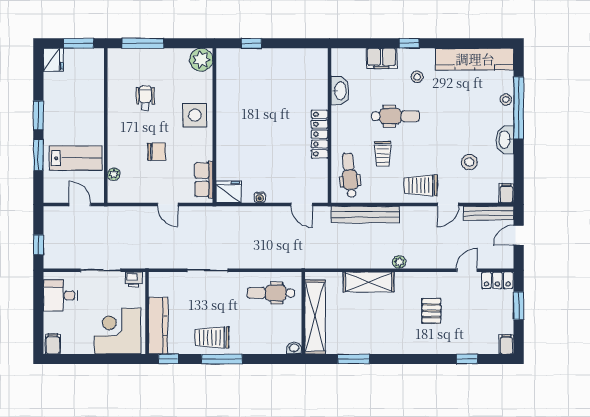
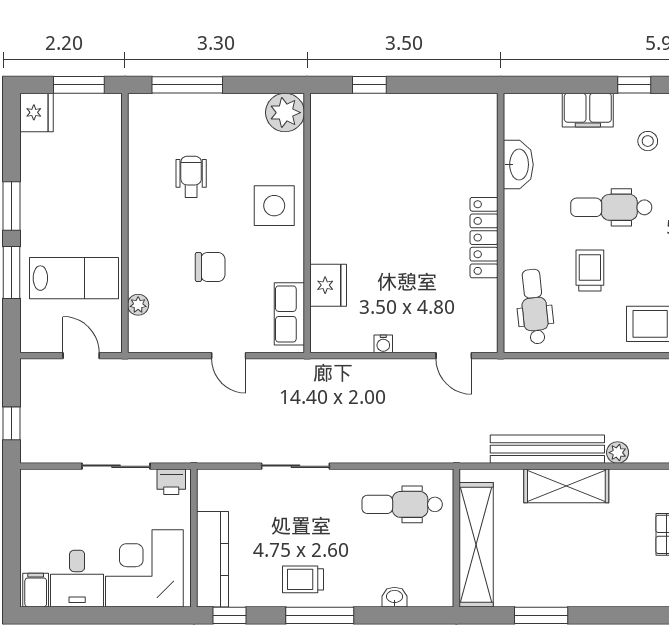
dental chair: (395, 116) -> (611, 207), turned 180
trolley: (383, 154) -> (590, 271), turned 180
fridge: (229, 192) -> (328, 285), moved, turned 90
bench: (365, 215) -> (547, 449), moved
desk: (60, 295) -> (77, 579), moved, turned -90
trolley: (212, 338) -> (303, 579), width x0.73, depth x0.72
washbasin: (294, 348) -> (395, 597), moved

